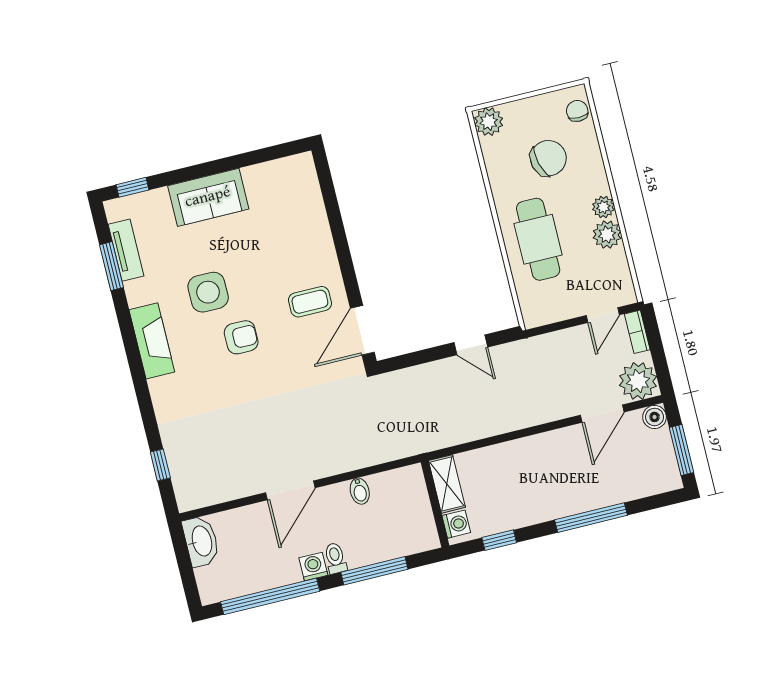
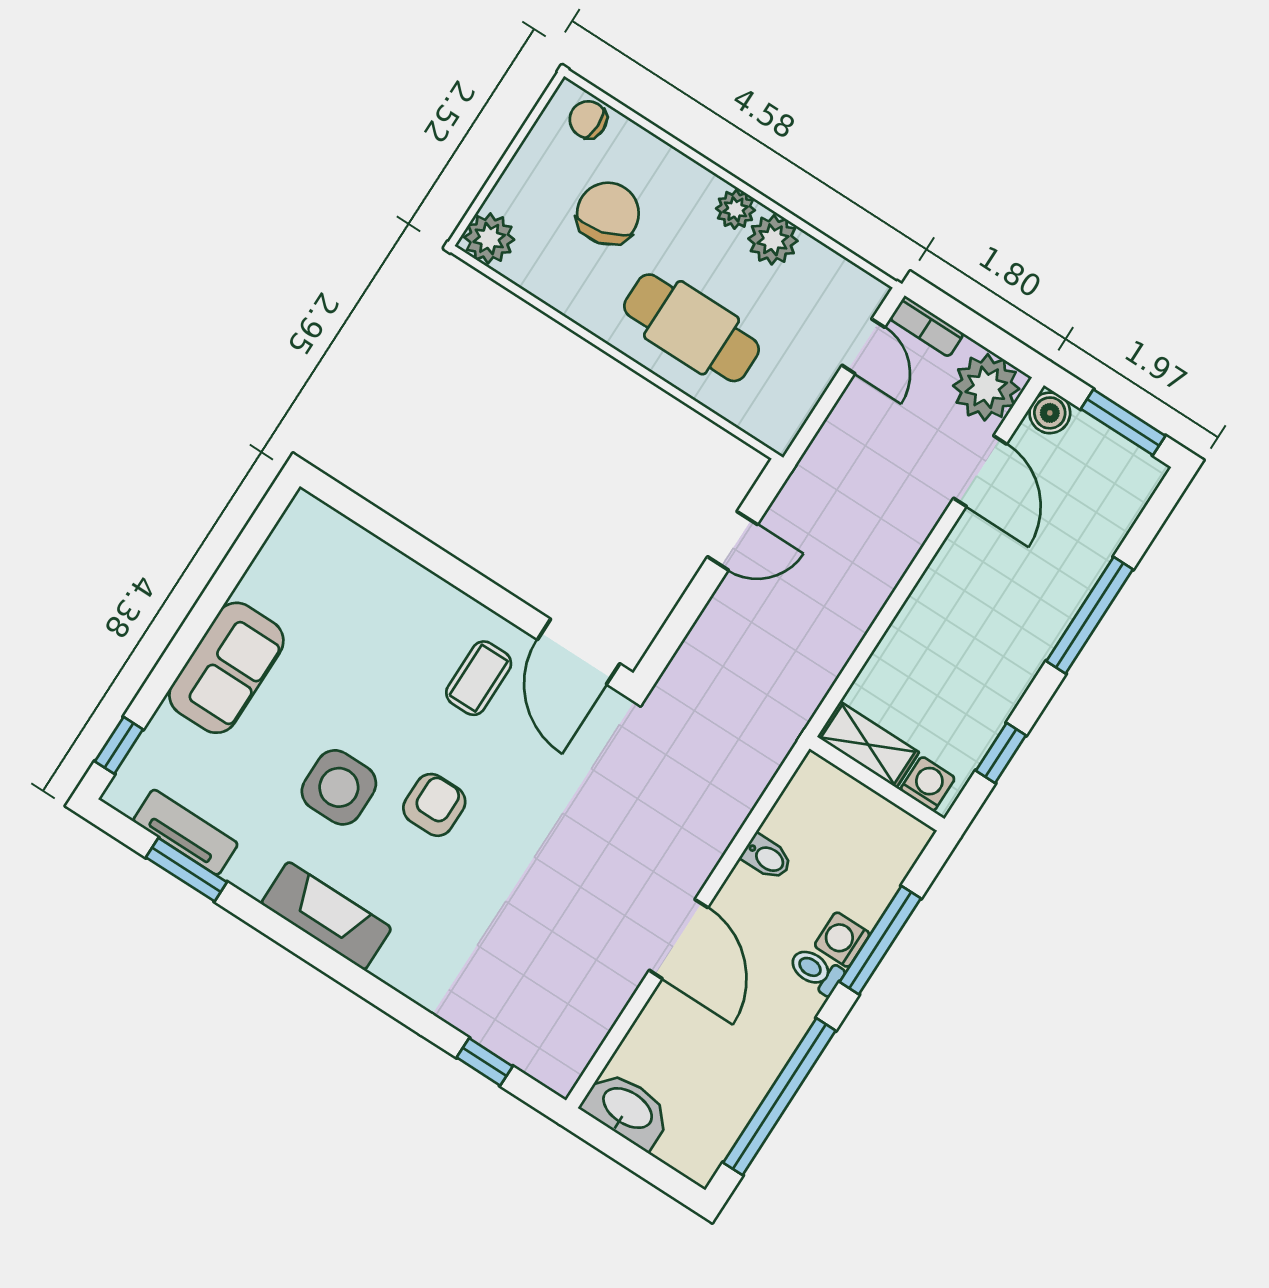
washing machine: (313, 567) -> (842, 940), moved

